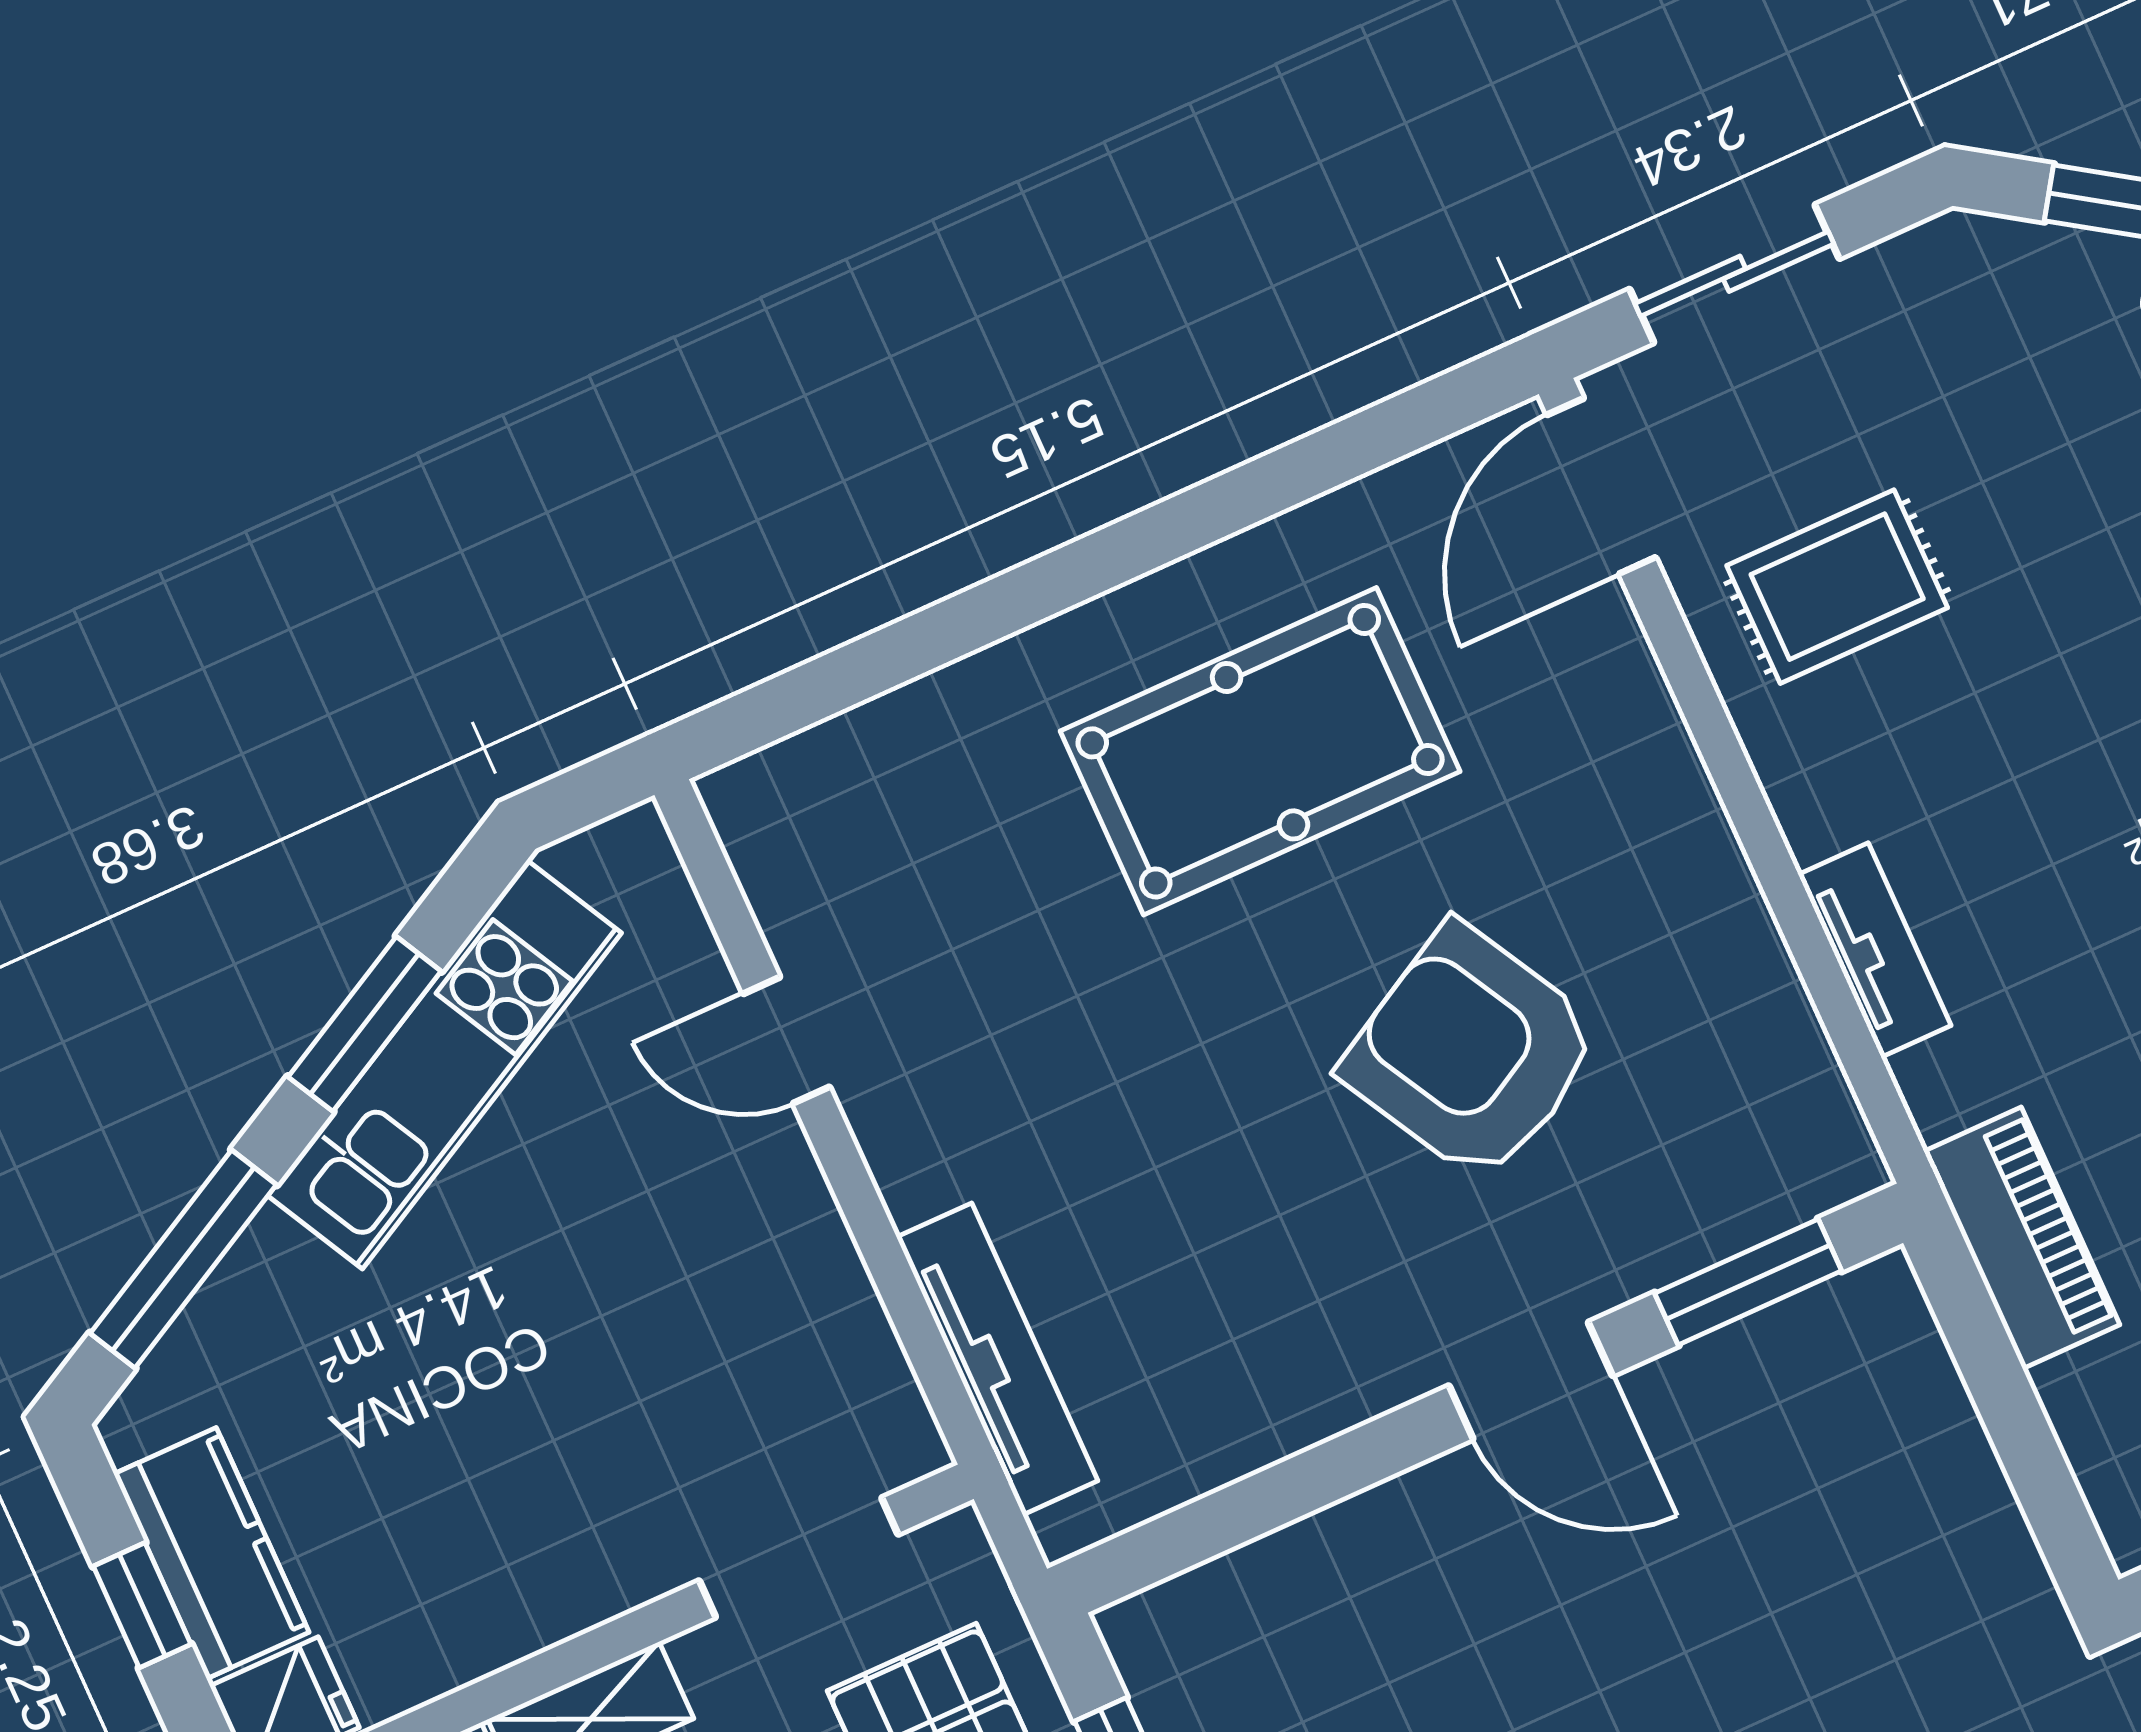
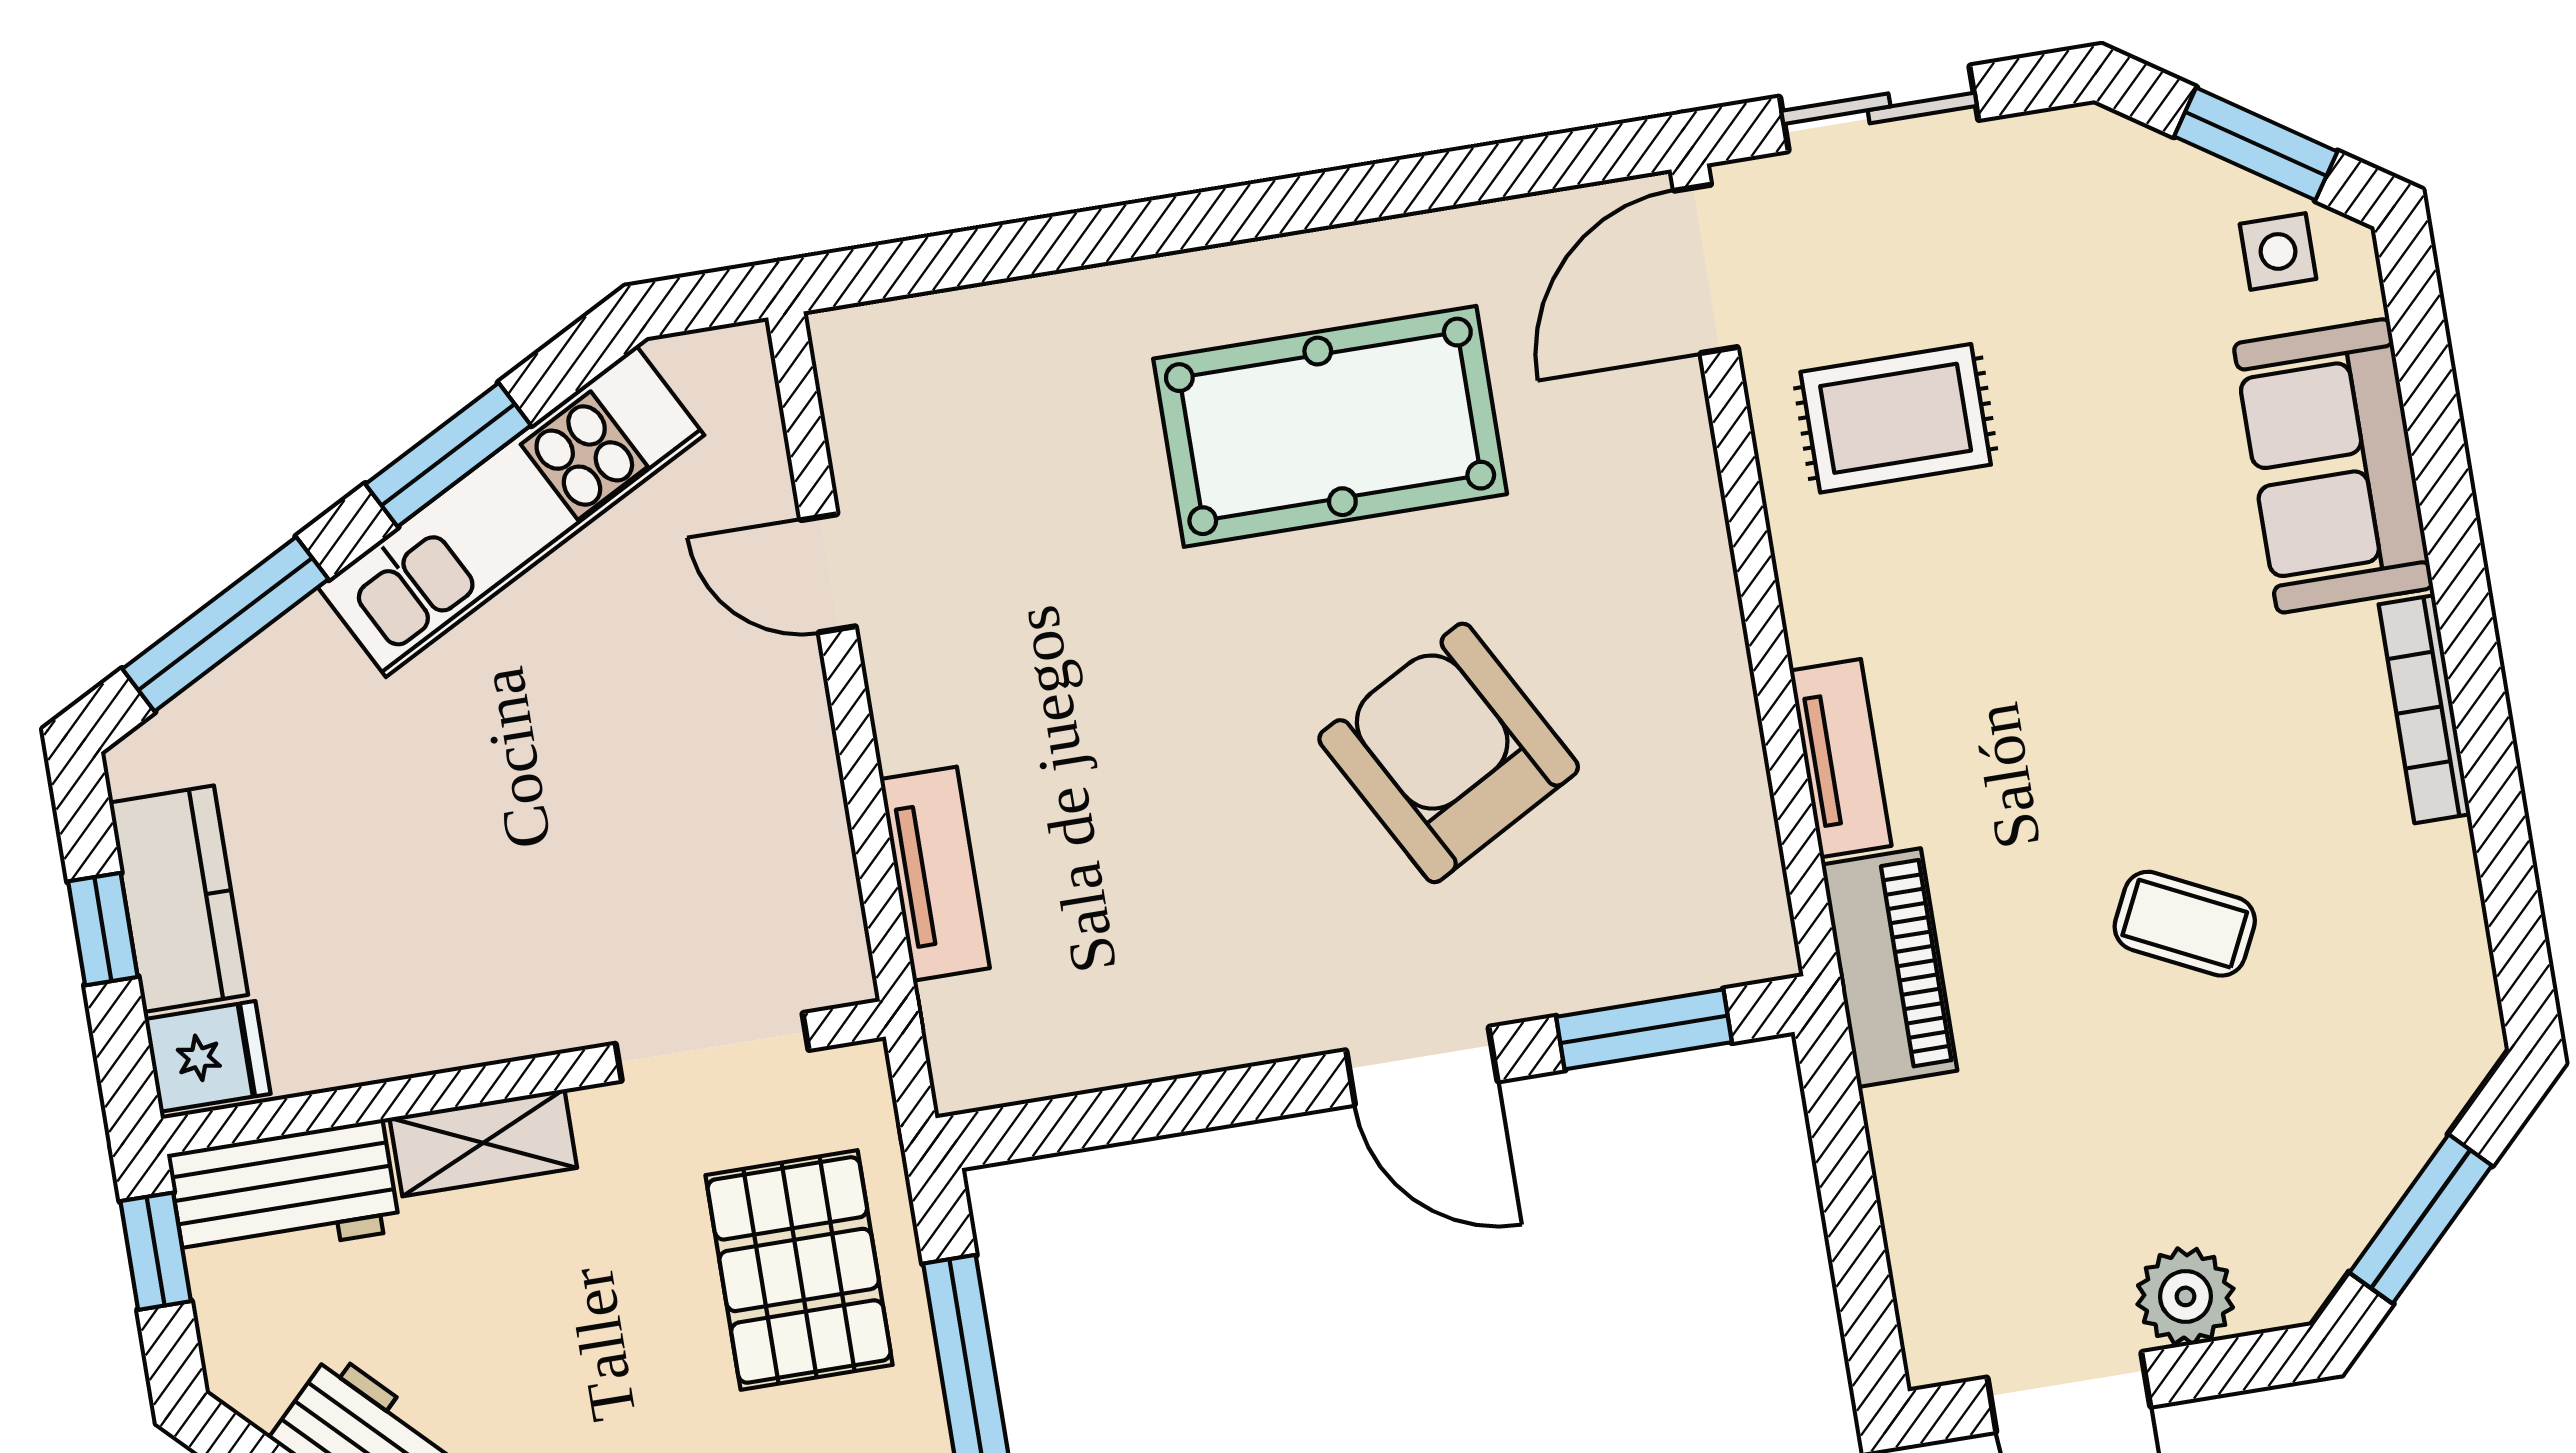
piano: (2022, 1238) -> (1889, 968), moved
tv unit: (997, 1359) -> (935, 874), width x0.71

